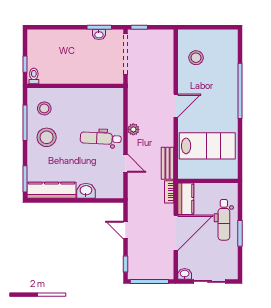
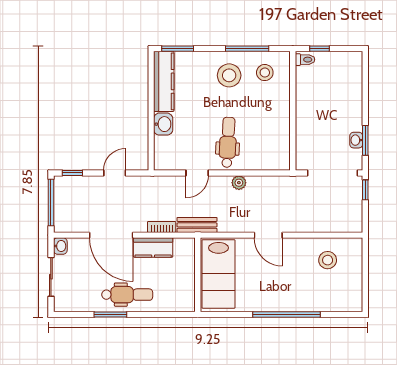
wall: (208, 181) -> (198, 275), moved
dental chair: (224, 220) -> (127, 295), turned 180

